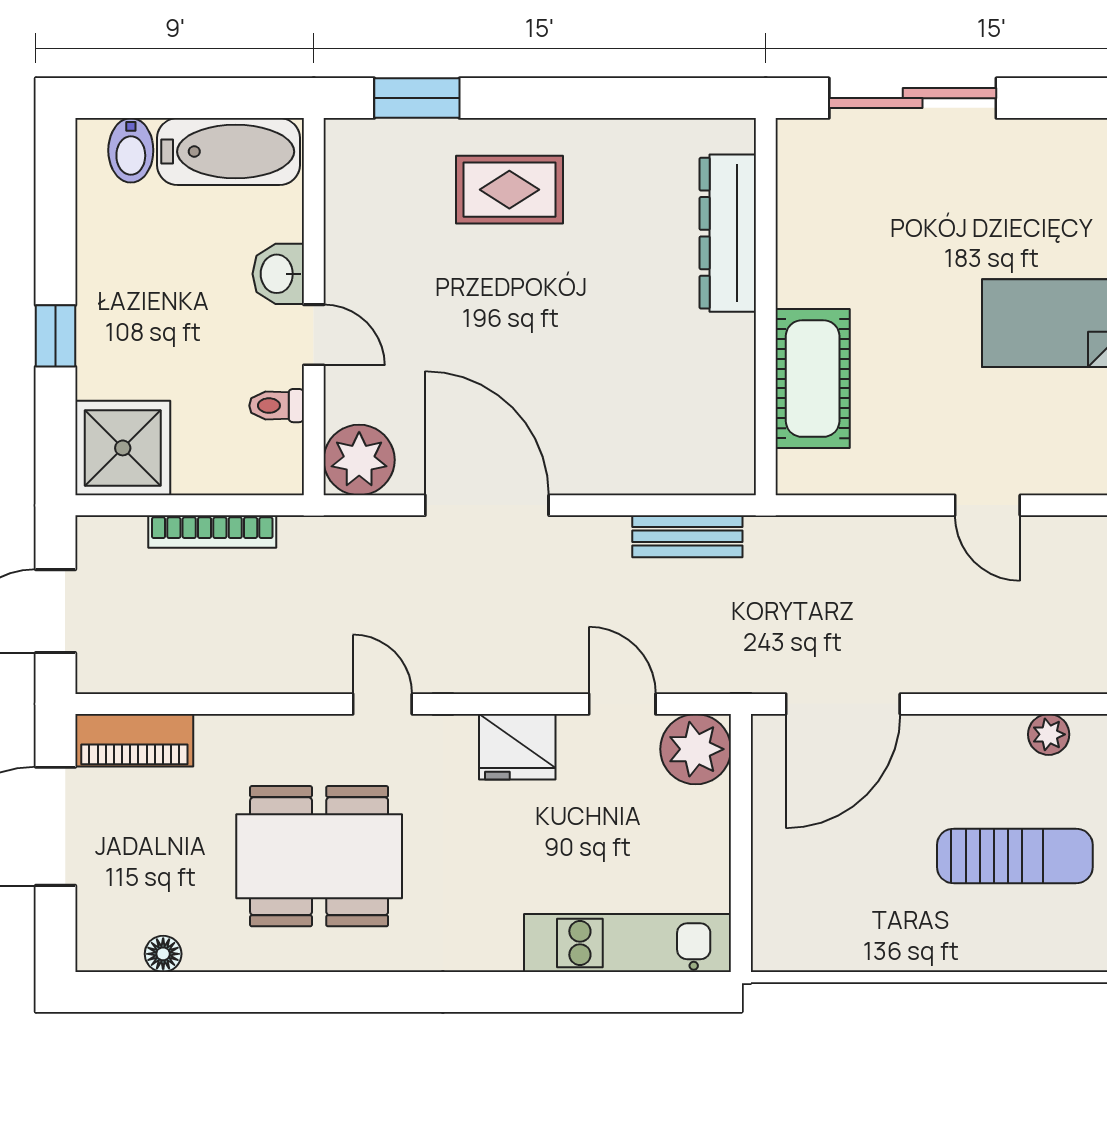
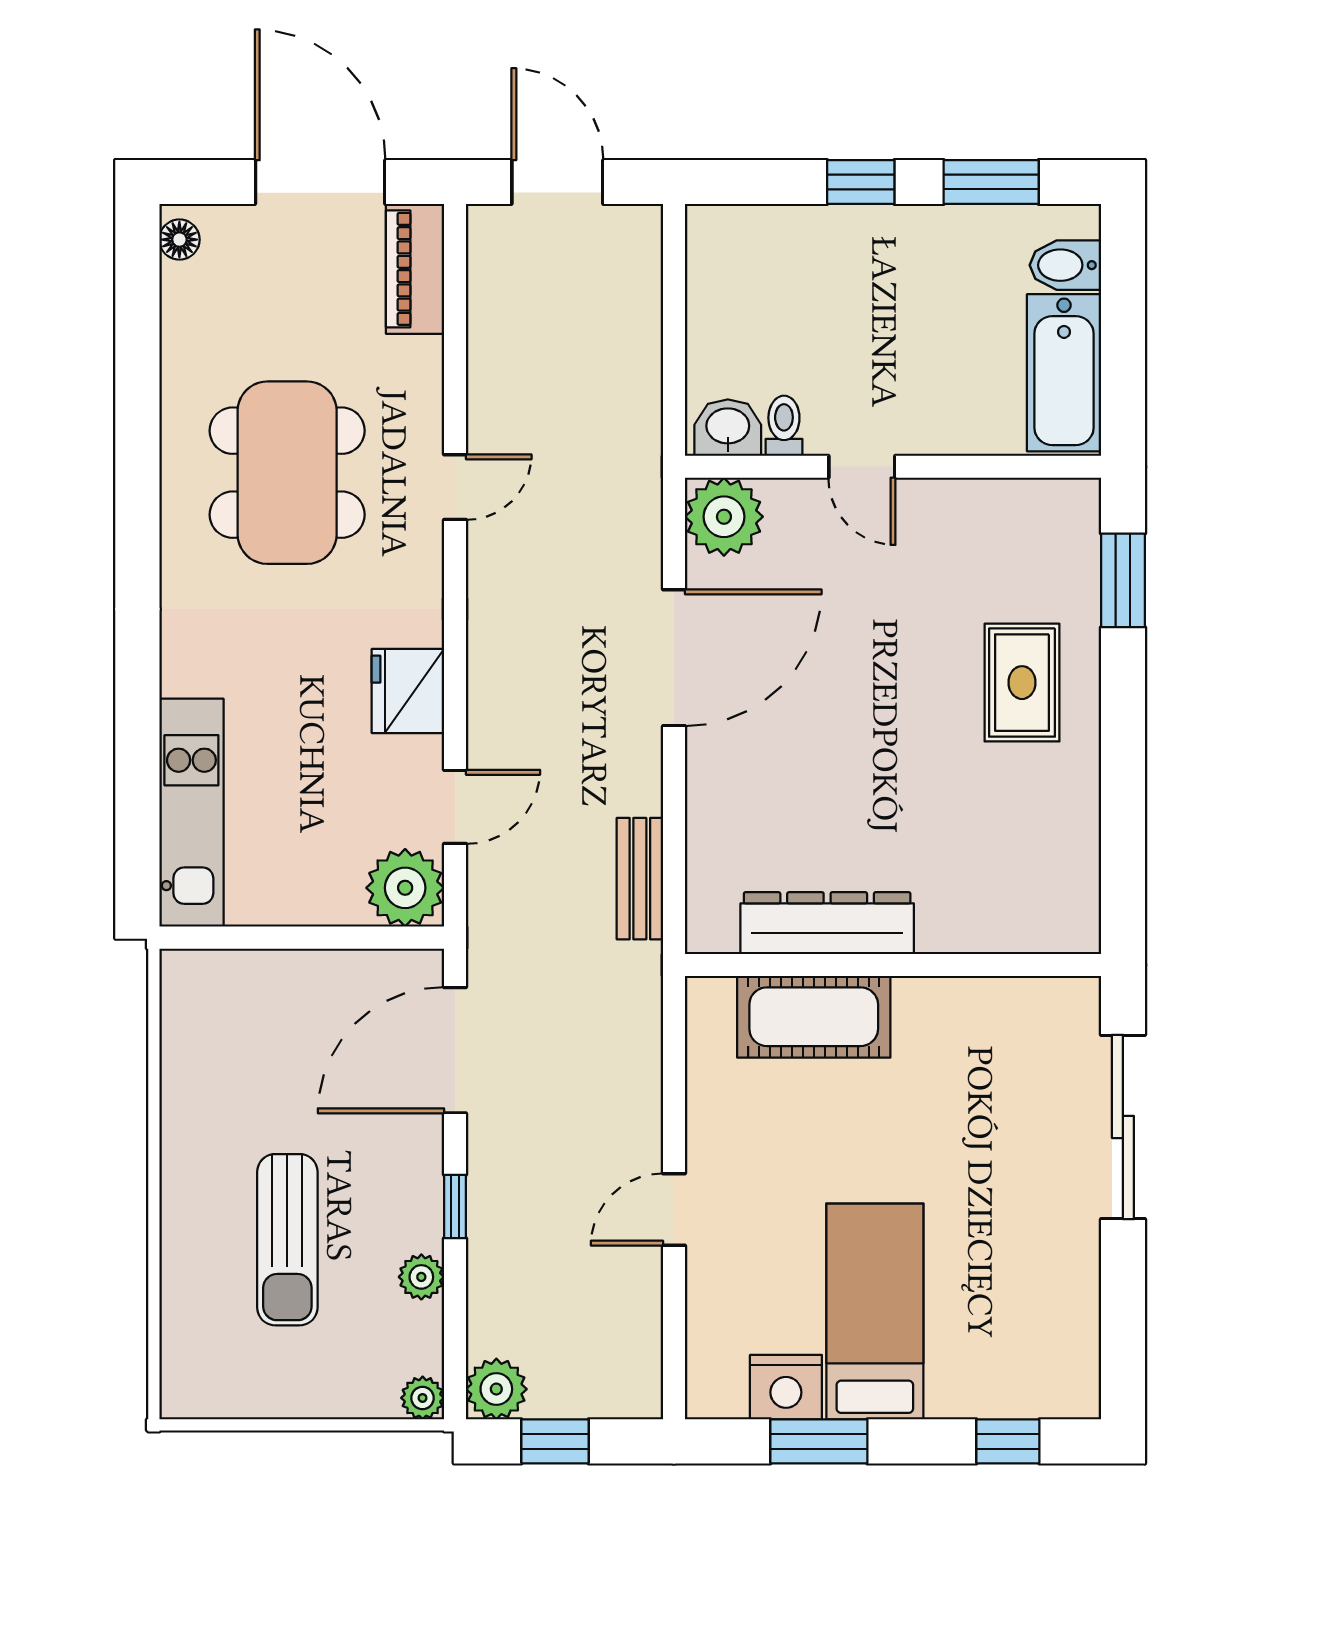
window: (55, 218) -> (991, 182), added
dresser: (728, 233) -> (827, 923), moved
washbasin: (278, 274) -> (728, 428), moved
door: (314, 335) -> (862, 467), hinge flipped
shower: (123, 448) -> (737, 256), removed
bookcase: (212, 532) -> (645, 355), removed
door: (382, 704) -> (455, 487), moved
door: (843, 704) -> (455, 1050), hinge flipped
window: (985, 704) -> (455, 1206), added
floor lamp: (163, 954) -> (179, 240), moved

